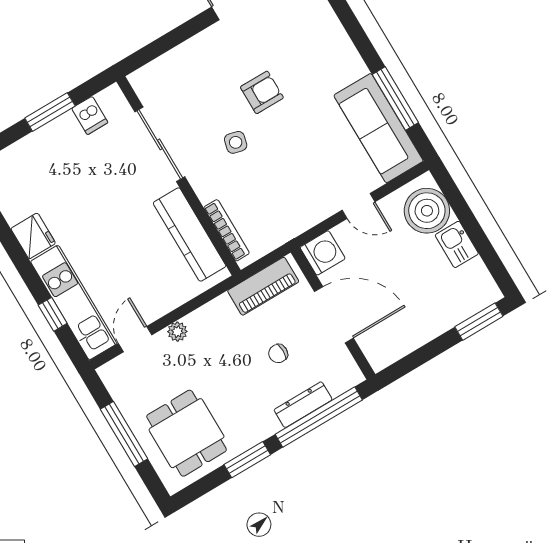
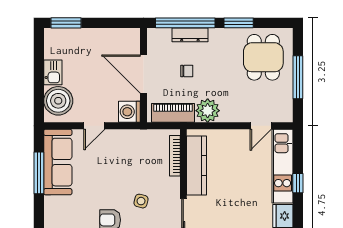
door: (358, 206) -> (94, 126), swing flipped
window: (53, 314) -> (298, 183), moved
plant: (177, 332) -> (208, 111), moved, width x1.88, depth x1.88

